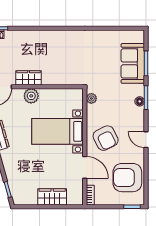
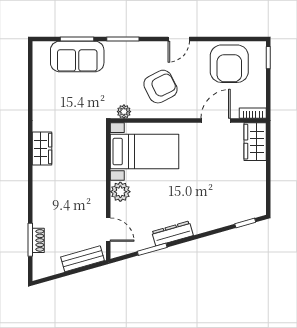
wardrobe: (29, 78) -> (42, 148), moved, turned 180
floor lamp: (140, 101) -> (128, 47), removed
bed with nightstands: (57, 131) -> (145, 152), moved, turned -90
armchair: (106, 138) -> (160, 87), moved
wardrobe: (52, 197) -> (255, 142), moved

